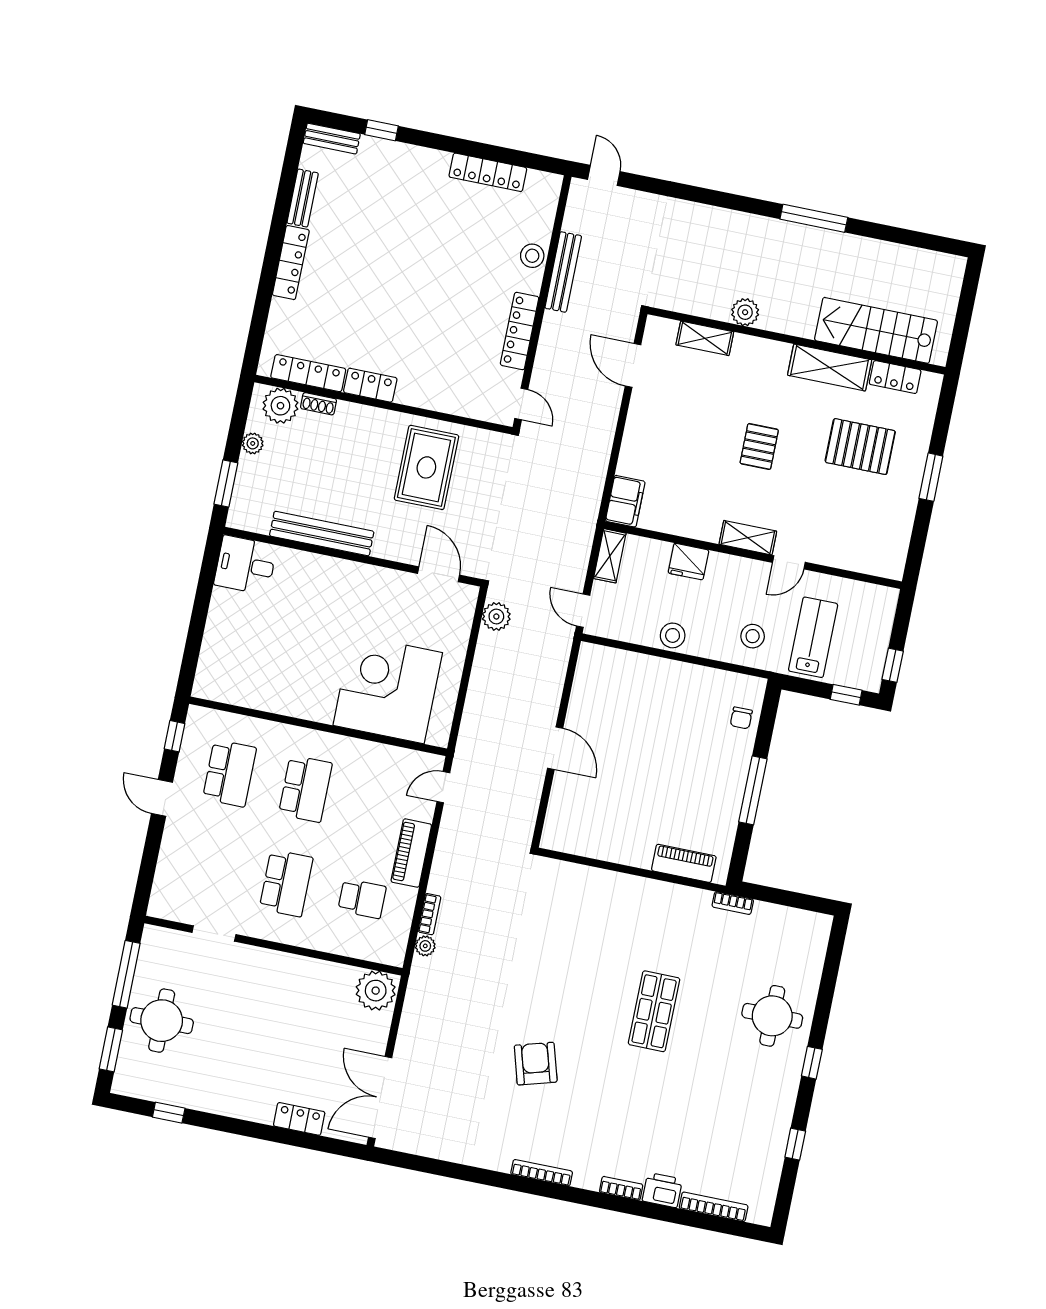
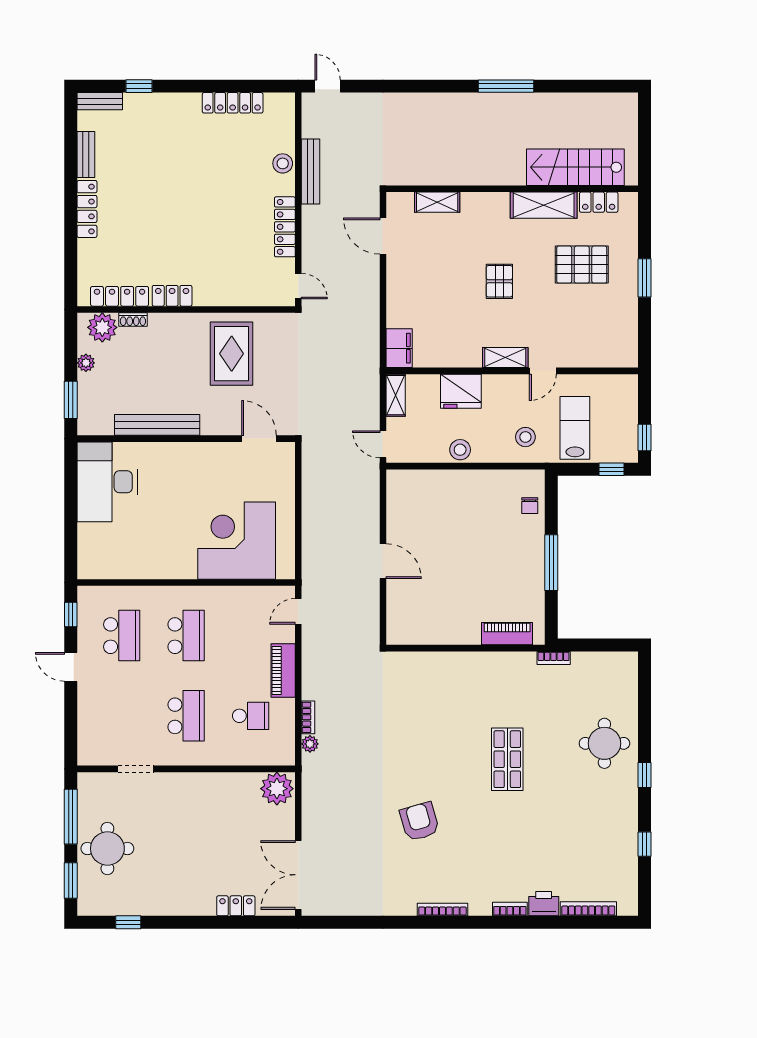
plant: (745, 312) -> (466, 174), removed
fridge: (688, 562) -> (461, 391), width x1.36, depth x1.34
desk: (245, 565) -> (107, 482), width x1.87, depth x1.30
plant: (496, 616) -> (313, 463), removed

